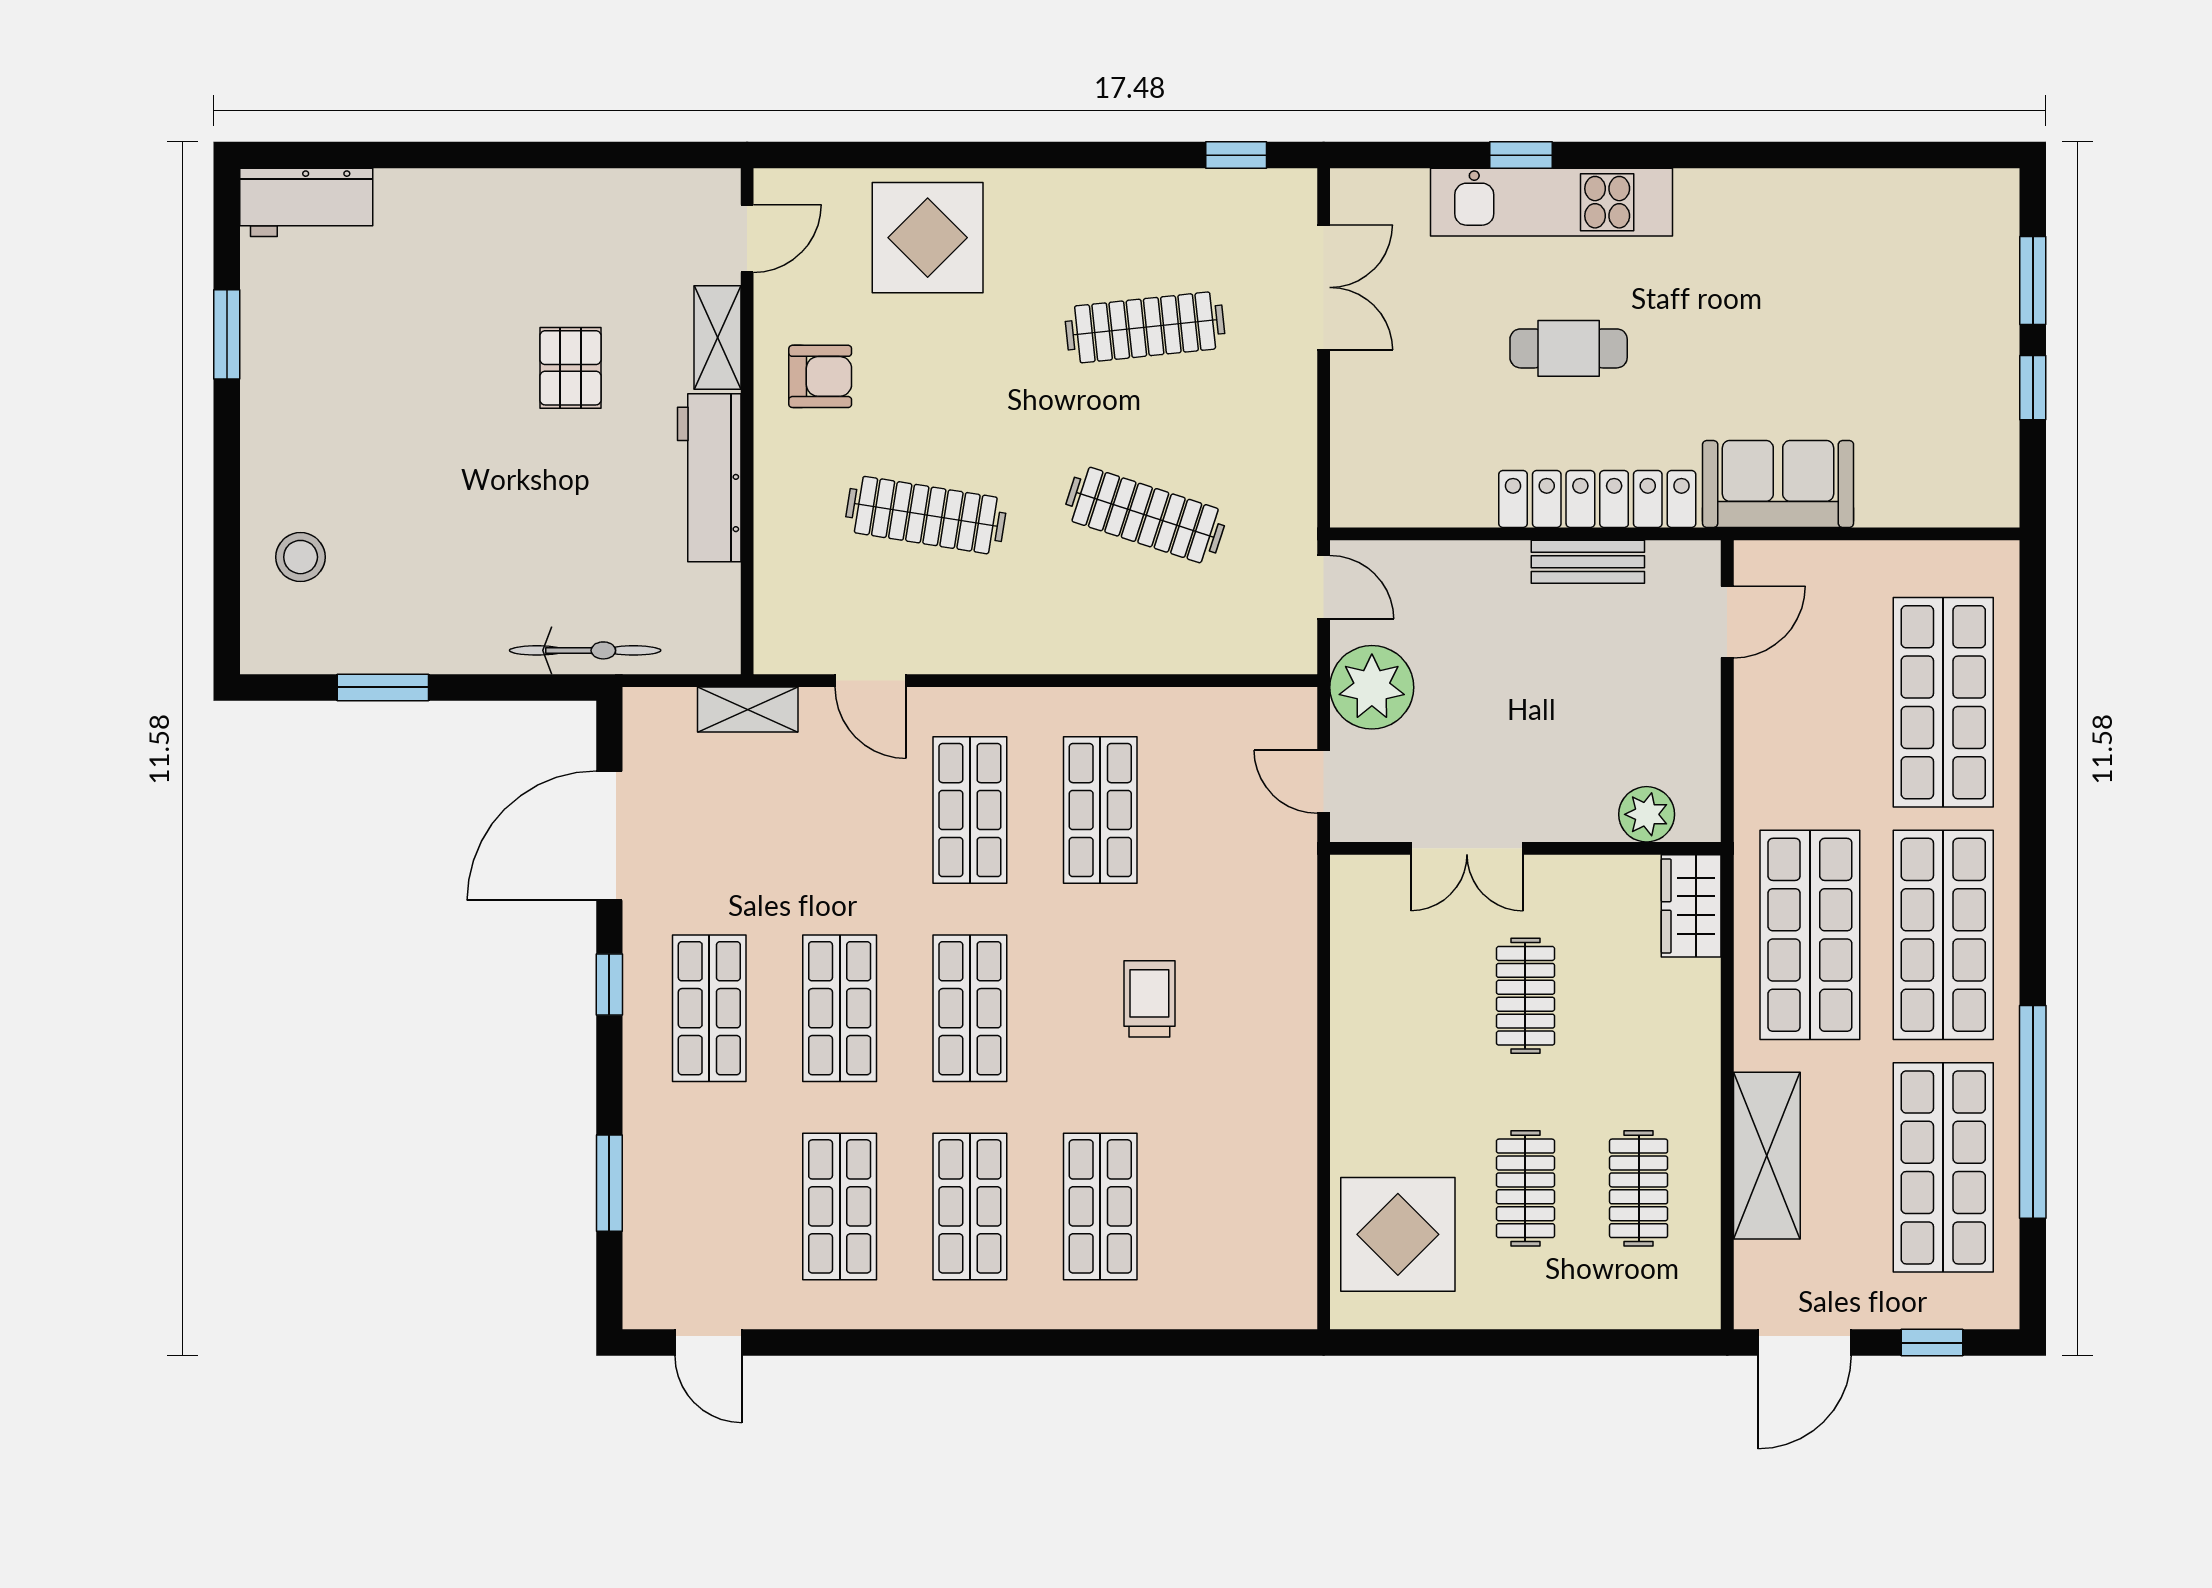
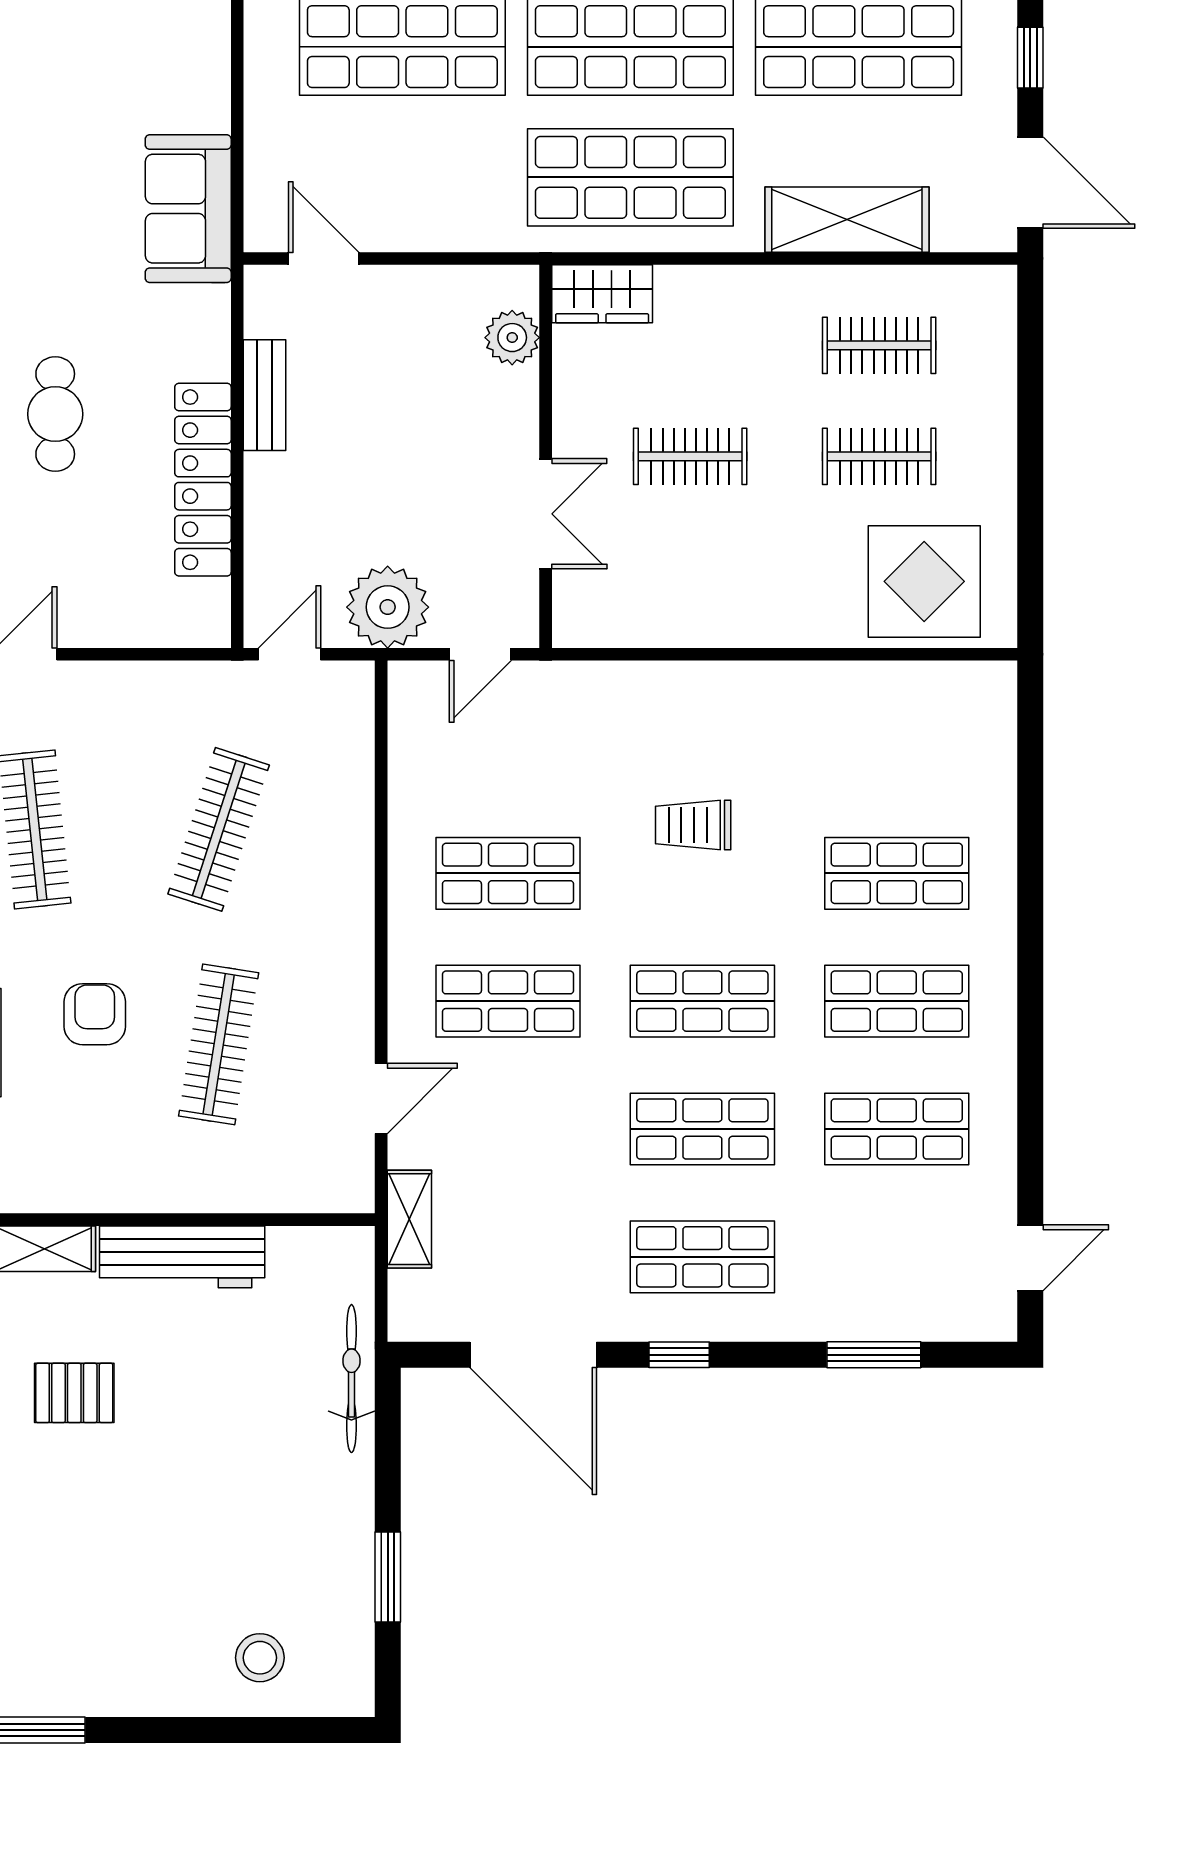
armchair: (820, 376) -> (95, 1014), moved
locker: (1597, 499) -> (203, 480), moved

